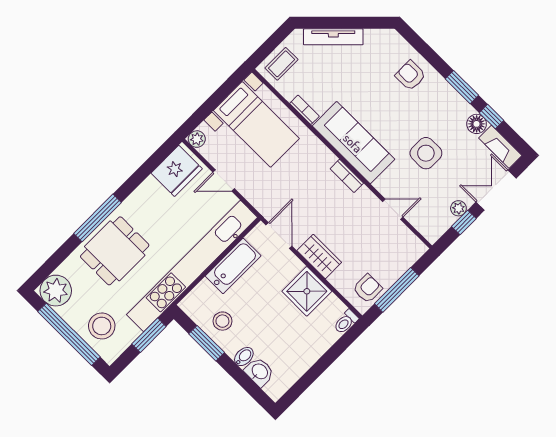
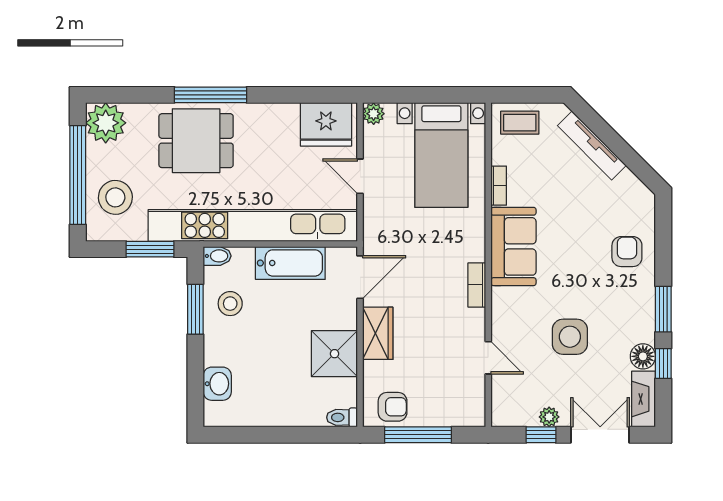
sofa: (353, 143) -> (513, 246), width x0.73
bidet: (244, 357) -> (217, 256), moved

